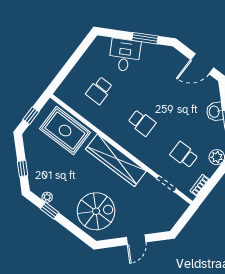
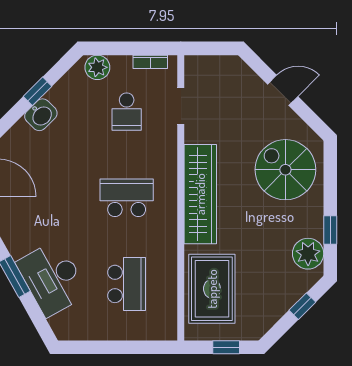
desk: (125, 55) -> (52, 278), width x1.37
school desk: (99, 90) -> (127, 284), width x1.85
school desk: (142, 123) -> (127, 198), width x1.85
plant: (47, 197) -> (308, 254), width x1.88, depth x1.88

